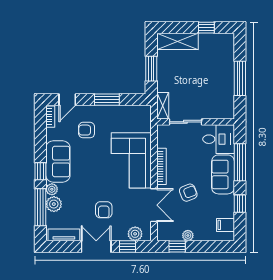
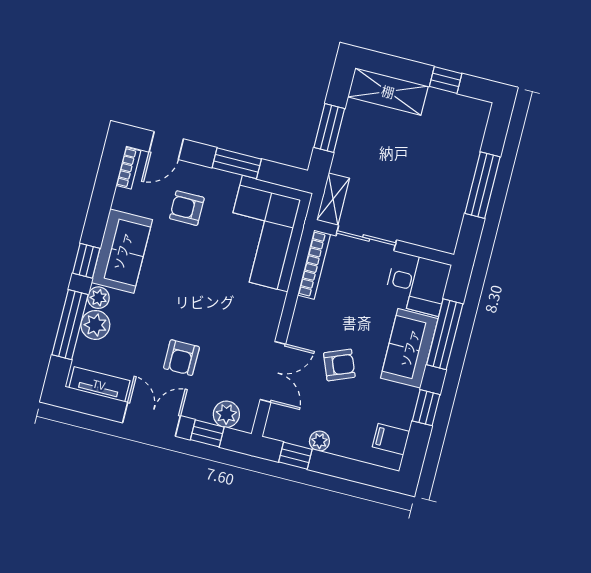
corner sofa: (131, 160) -> (265, 234), moved
bookcase: (161, 166) -> (314, 265), moved

